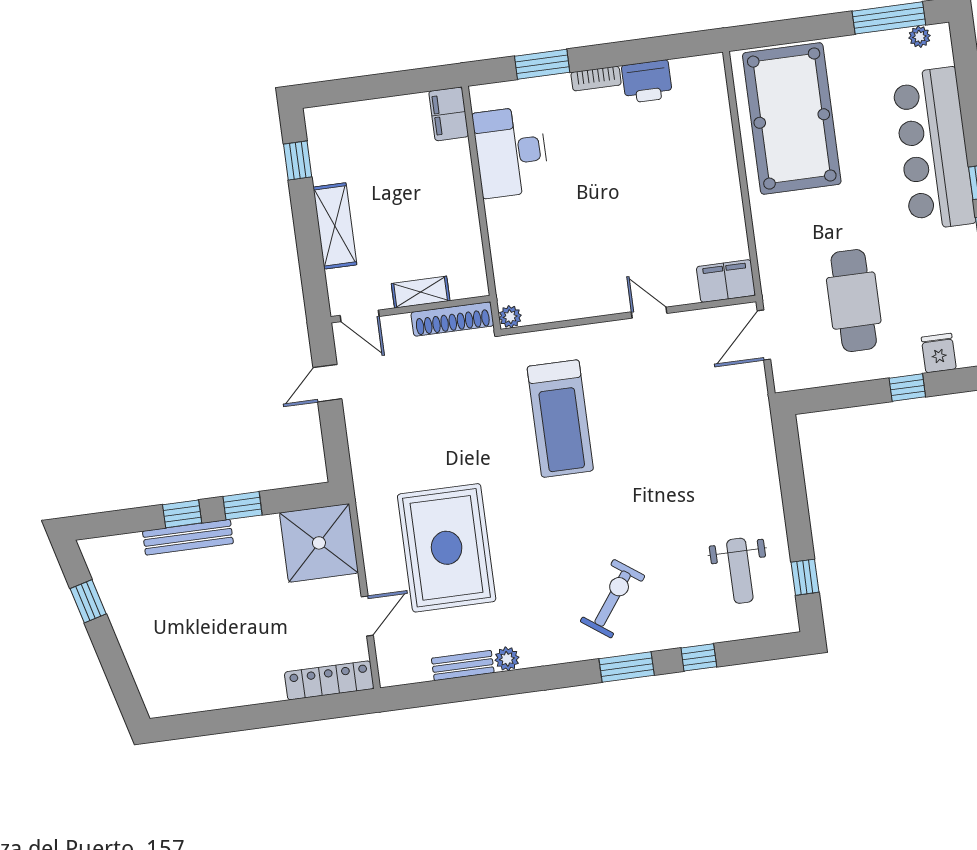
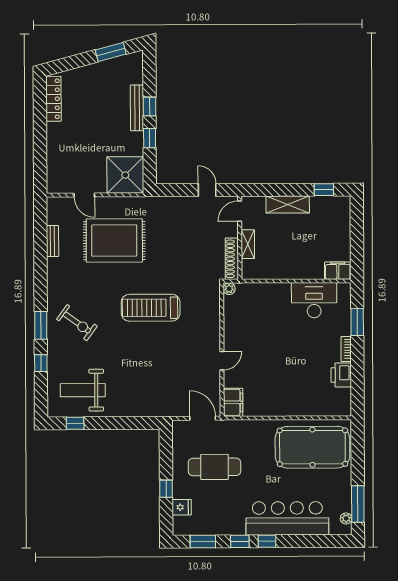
treadmill: (560, 419) -> (151, 308), moved
weight bench: (740, 571) -> (83, 390), width x1.36, depth x1.33
window: (88, 601) -> (111, 52), width x1.50
plant: (507, 659) -> (53, 264), removed
locker: (329, 680) -> (53, 99), moved

